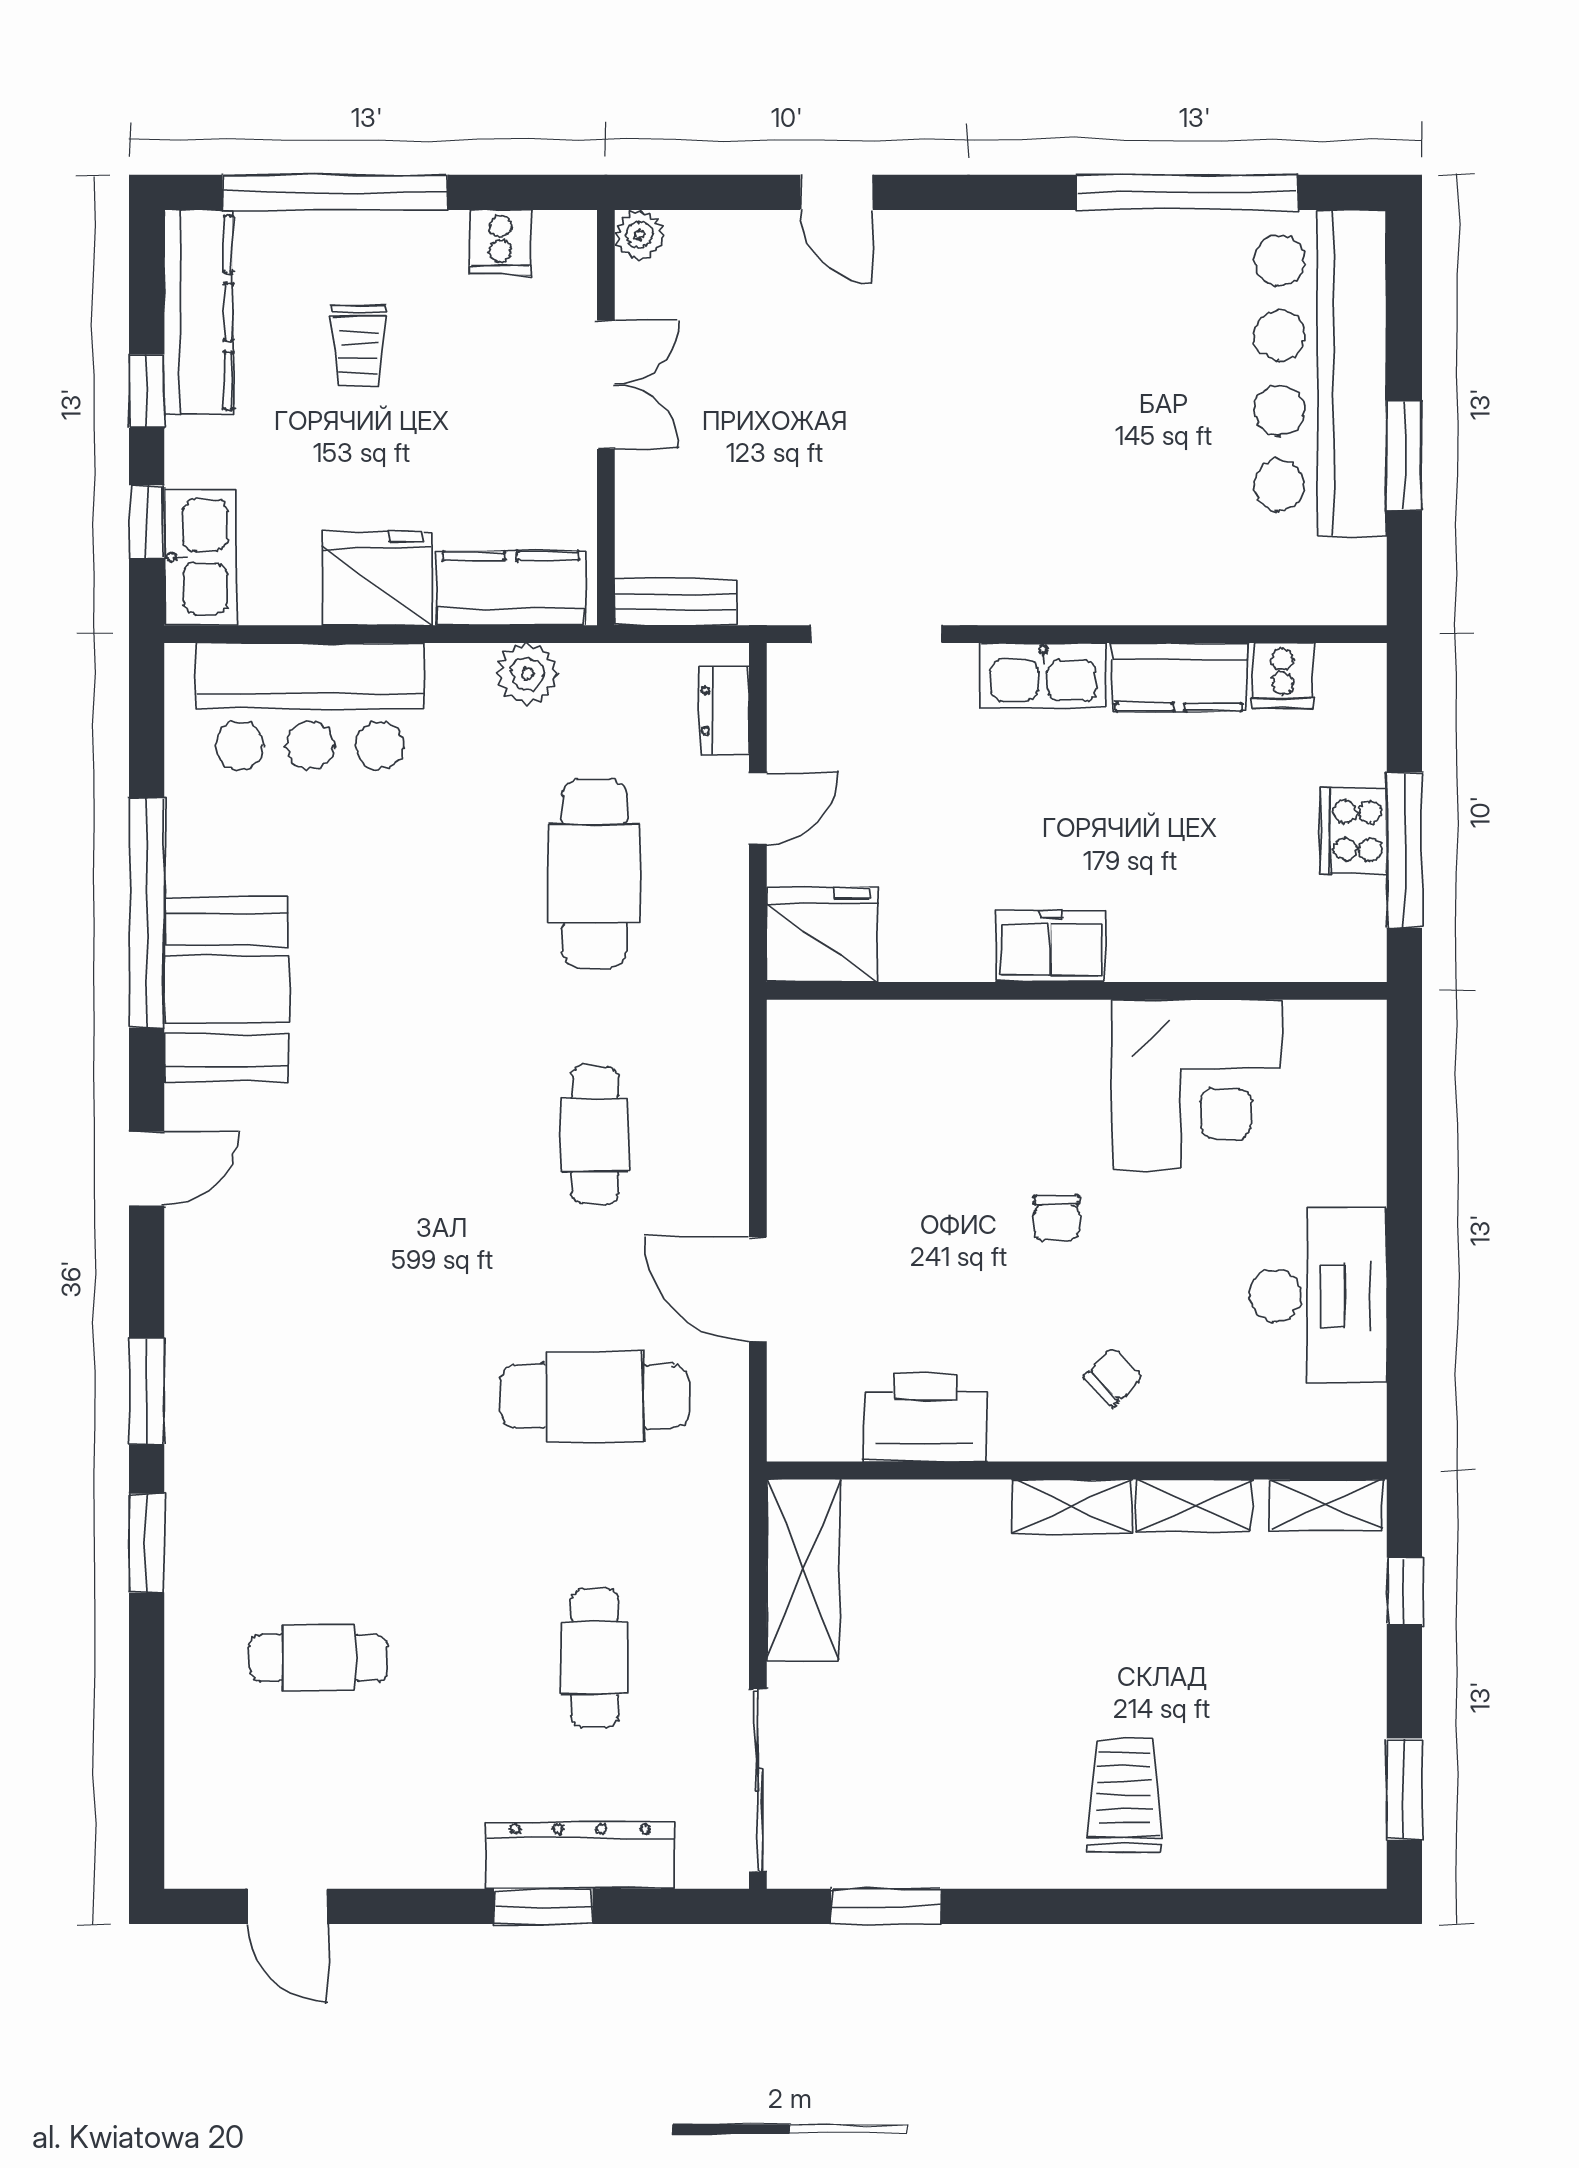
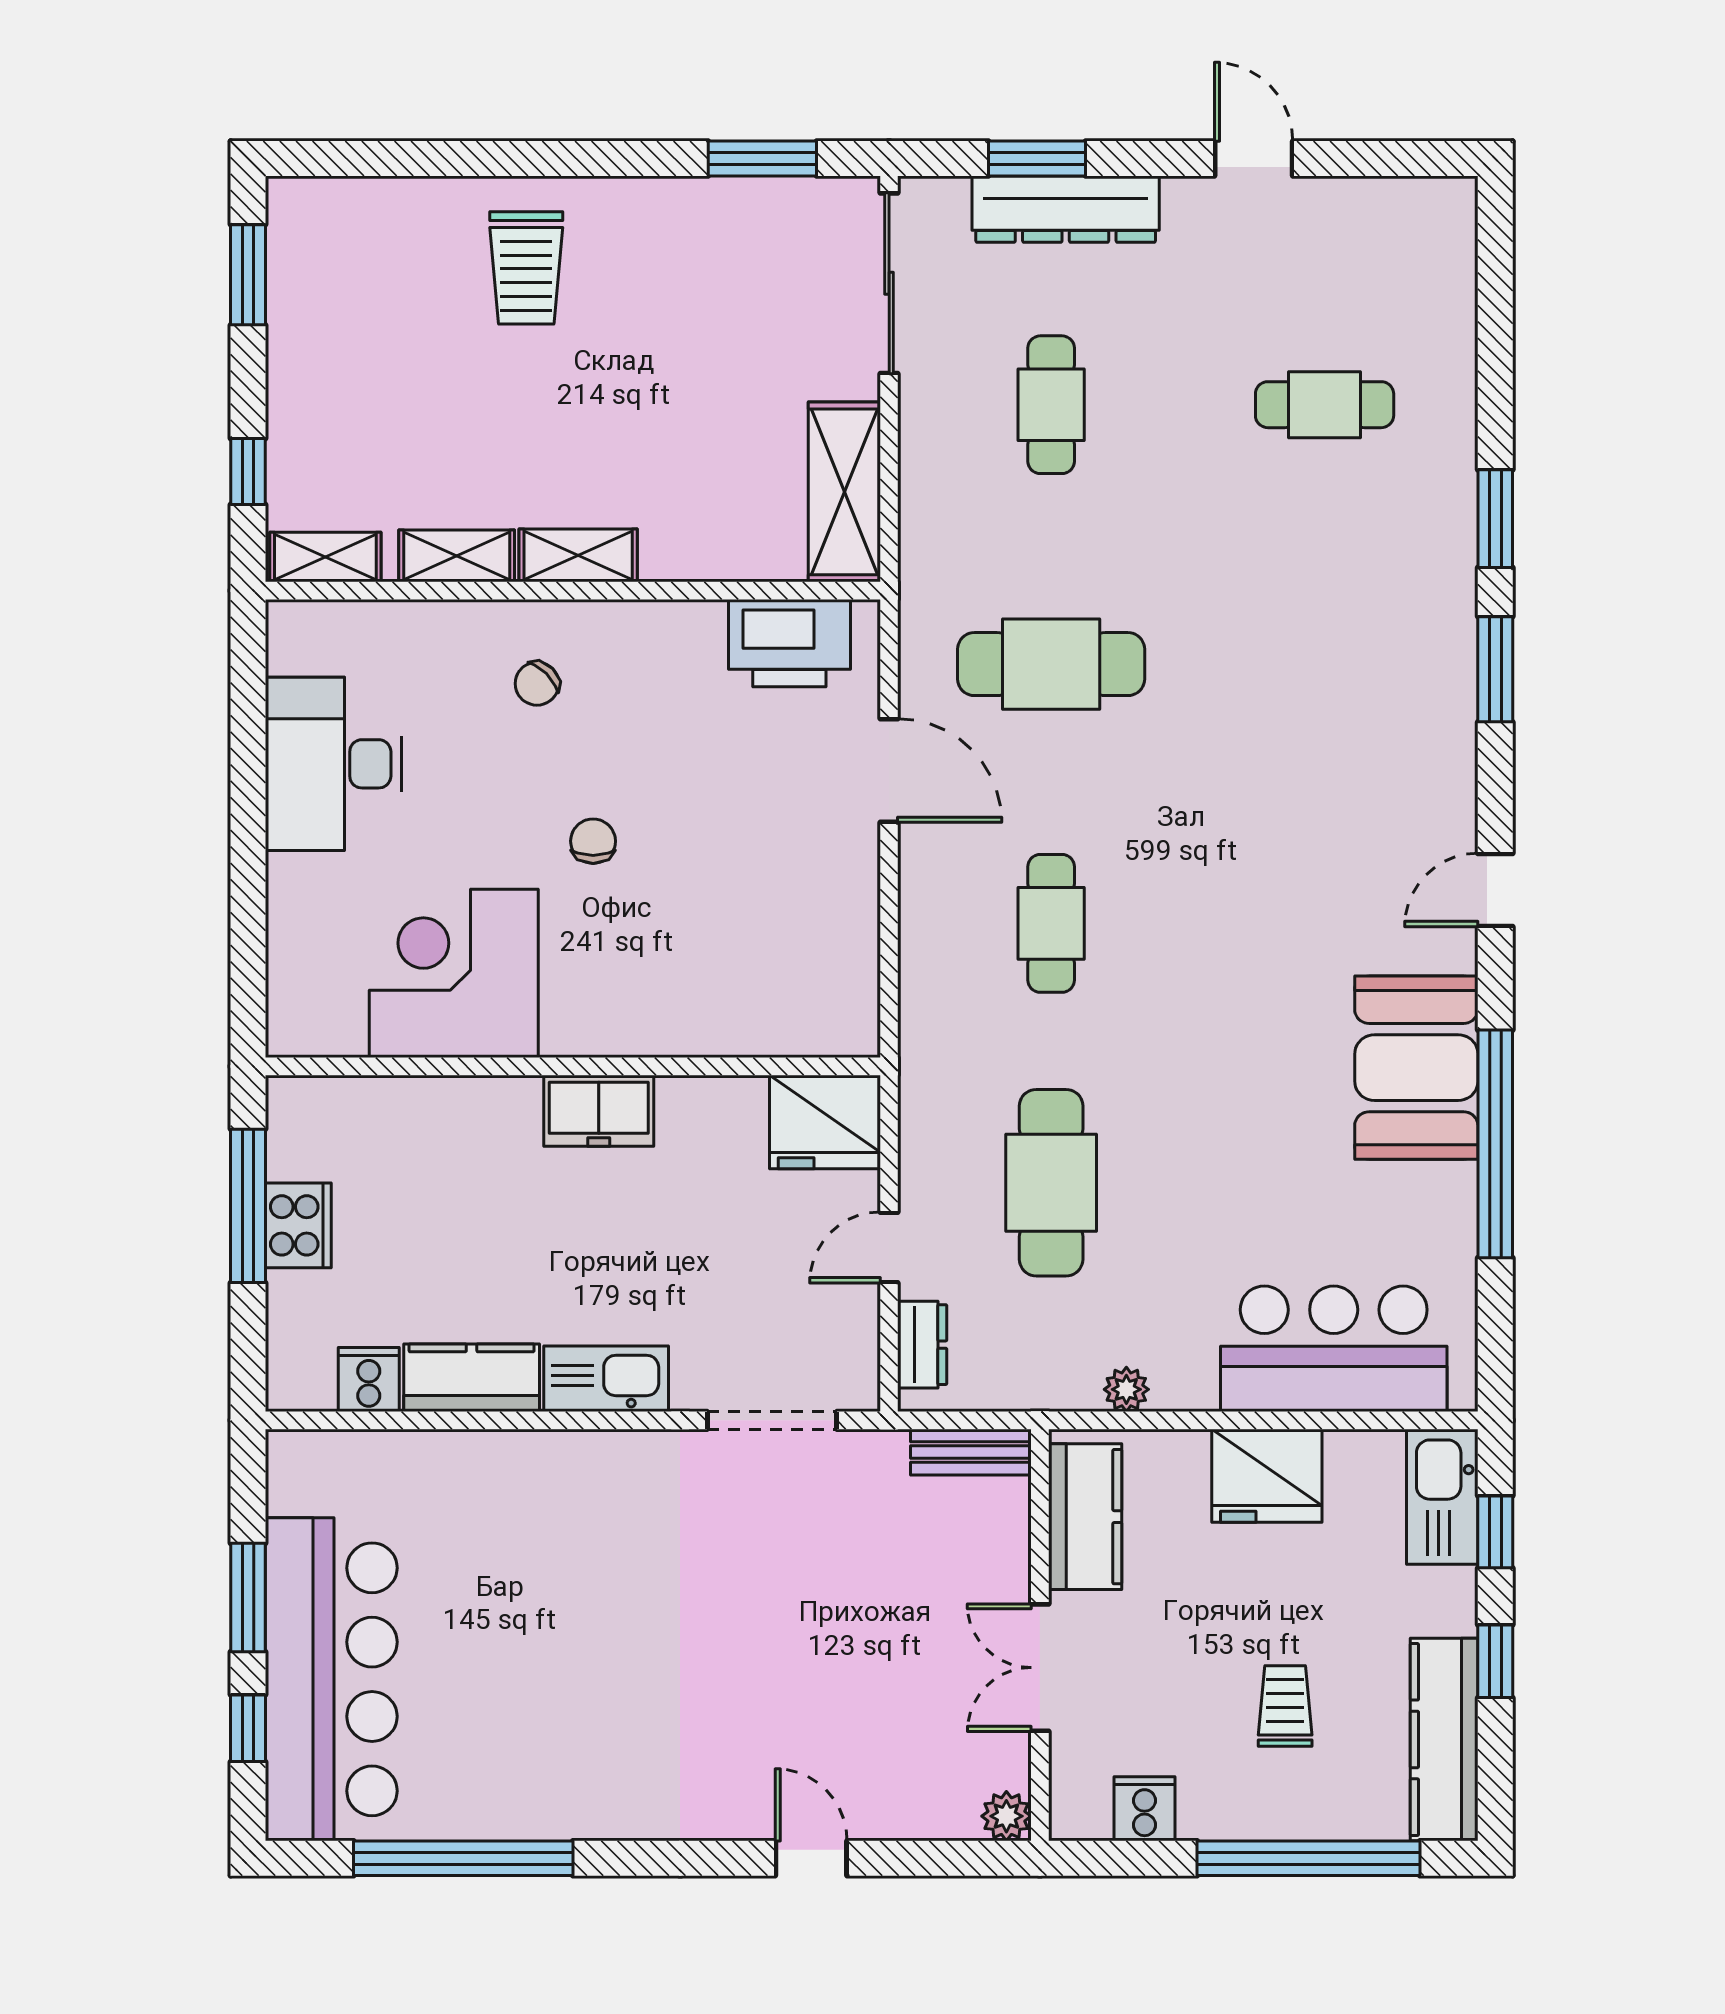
window: (1404, 324) -> (248, 1728), added
kitchen counter: (511, 588) -> (1085, 1517), moved, turned -90
plant: (527, 674) -> (1126, 1389), width x0.73, depth x0.73
printer: (925, 1418) -> (789, 643), moved
door: (287, 1906) -> (1254, 158), moved
window: (543, 1906) -> (1037, 158), moved

